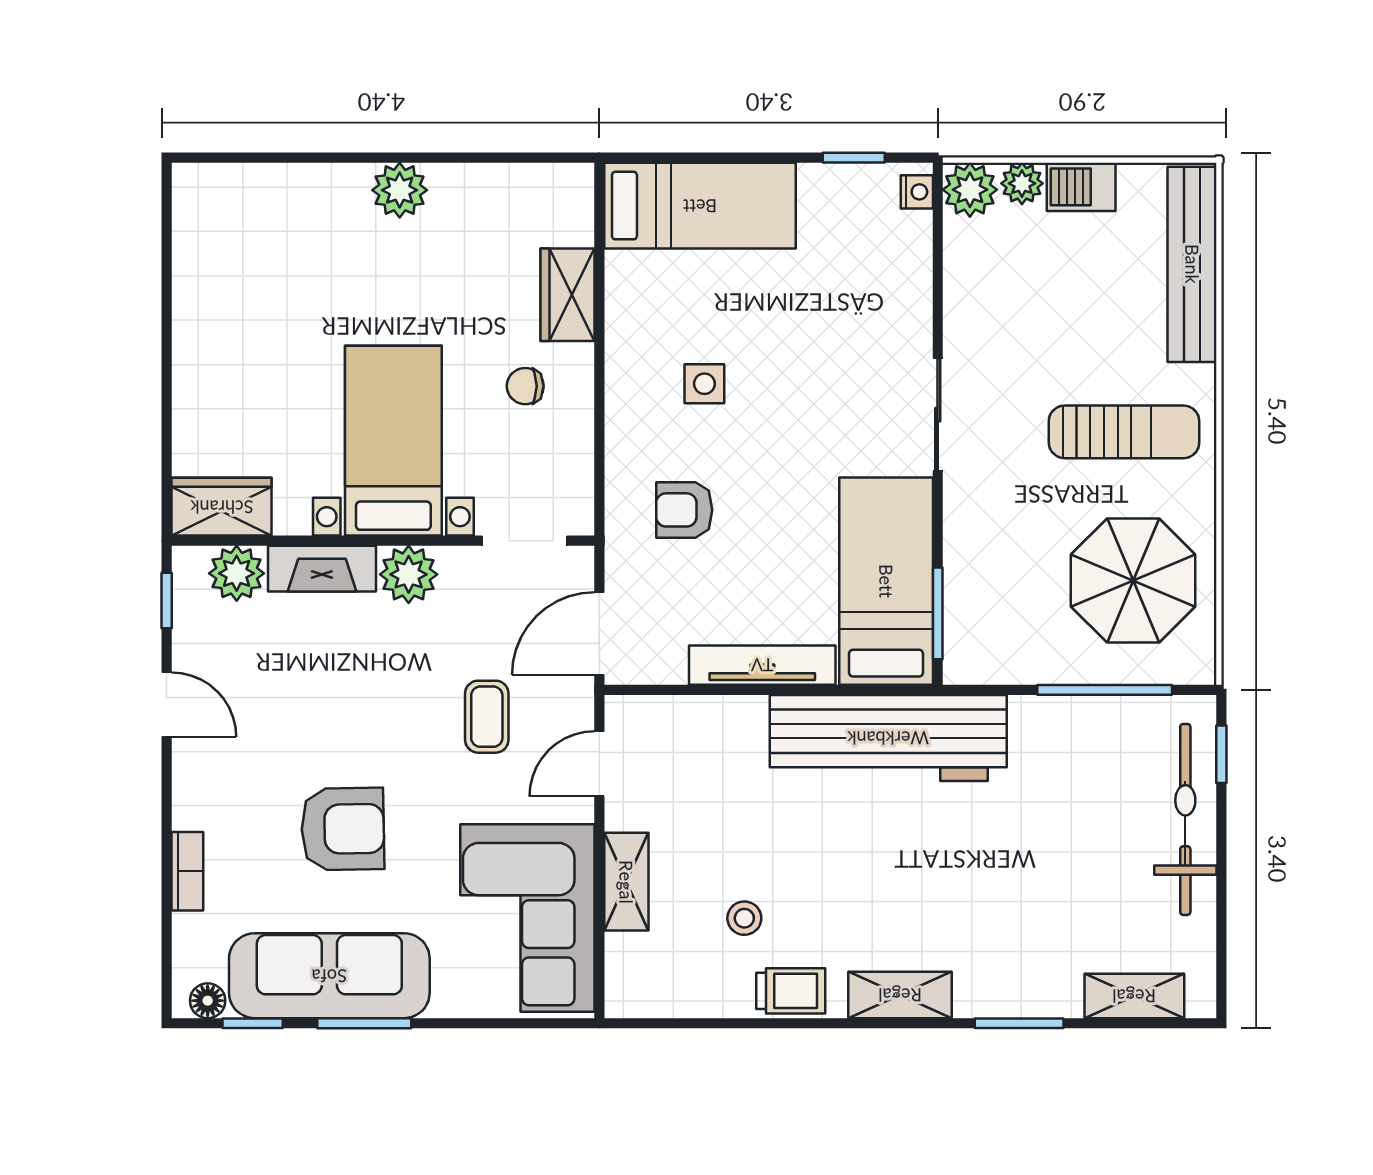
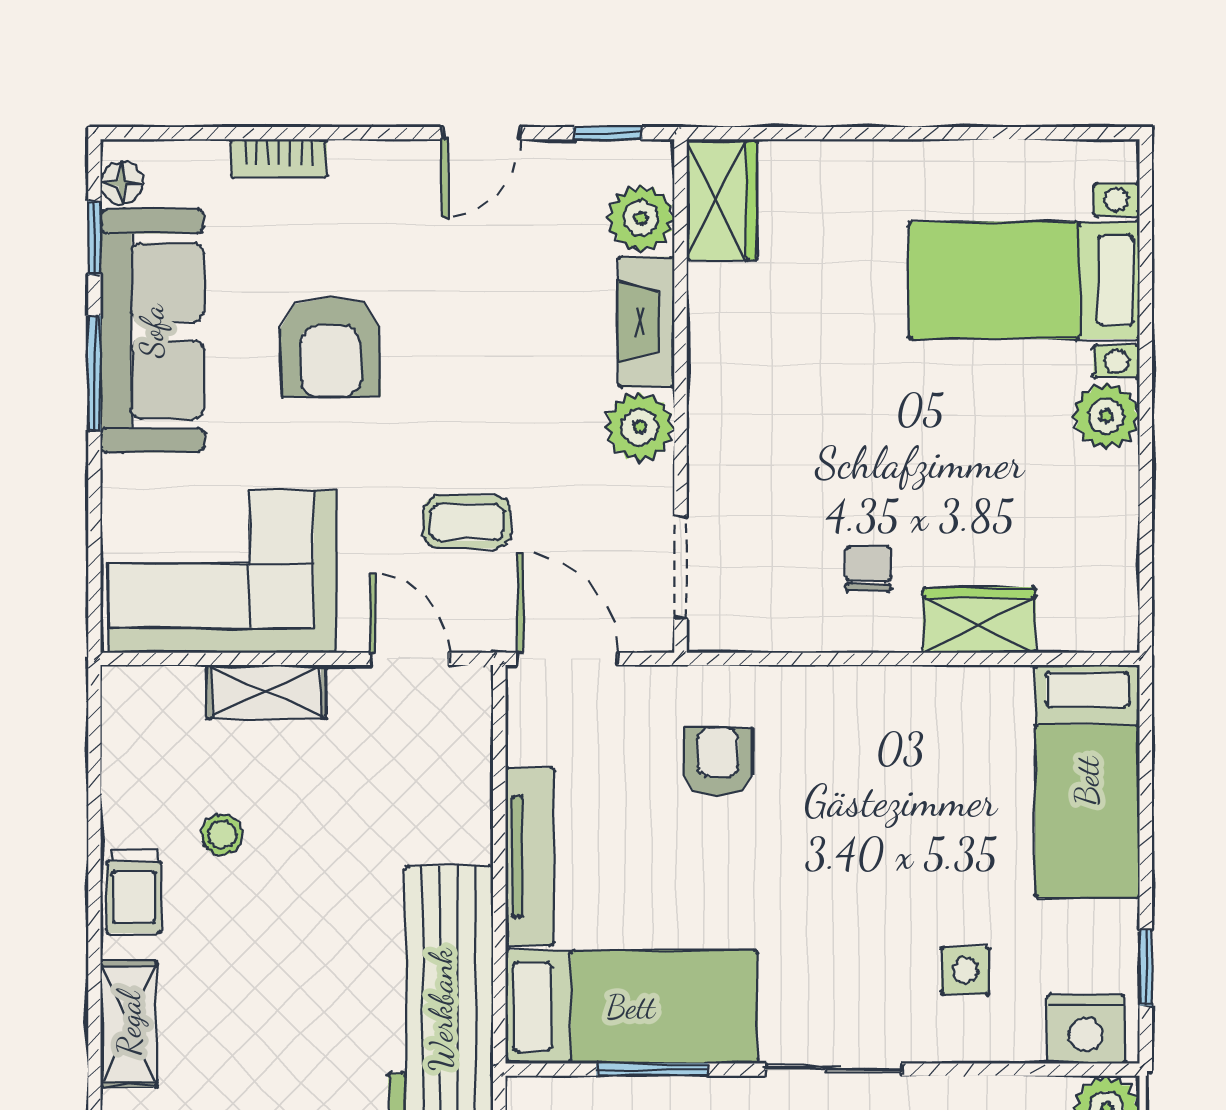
nightstand: (917, 192) -> (1086, 1029), width x1.89, depth x1.79
side table: (704, 384) -> (965, 970), moved
bed with nightstands: (393, 441) -> (1024, 280), moved, turned 180
window: (938, 613) -> (652, 1070), moved

